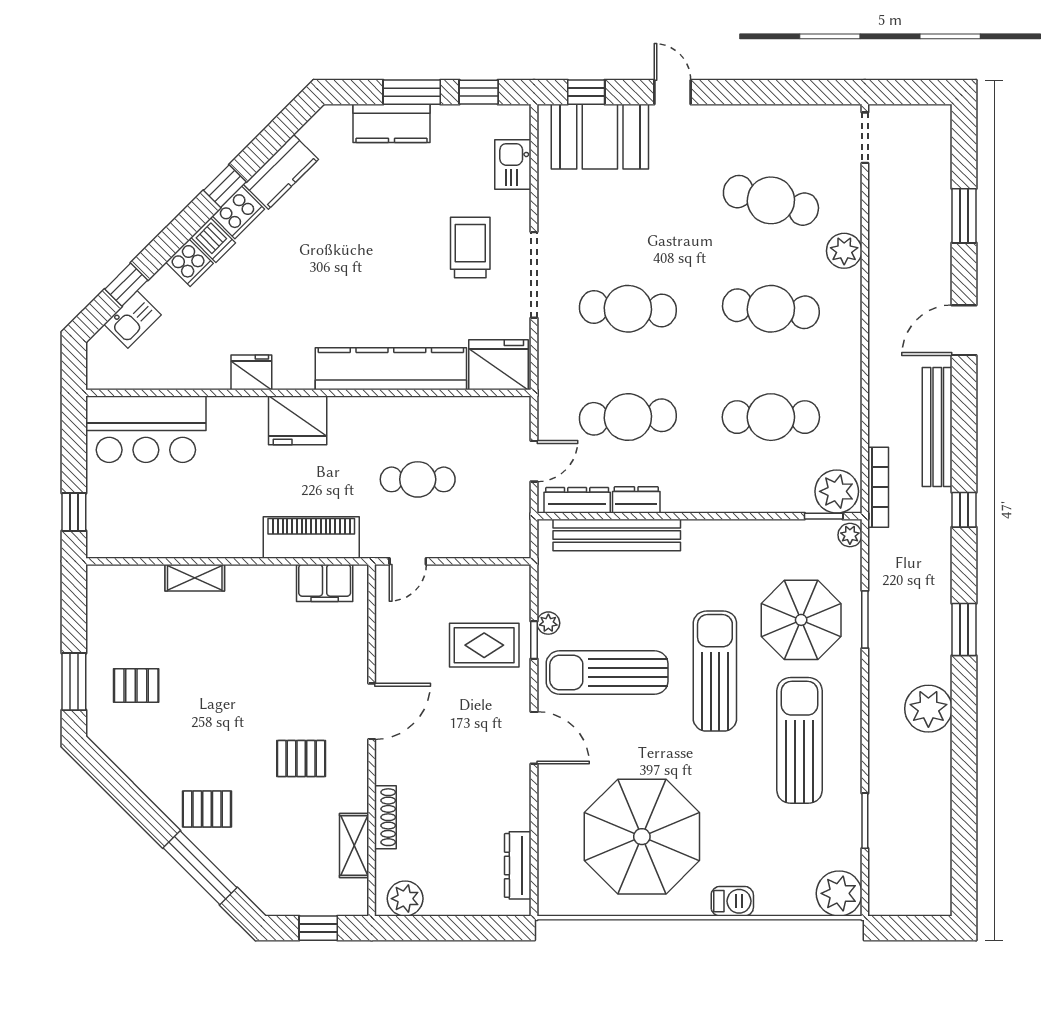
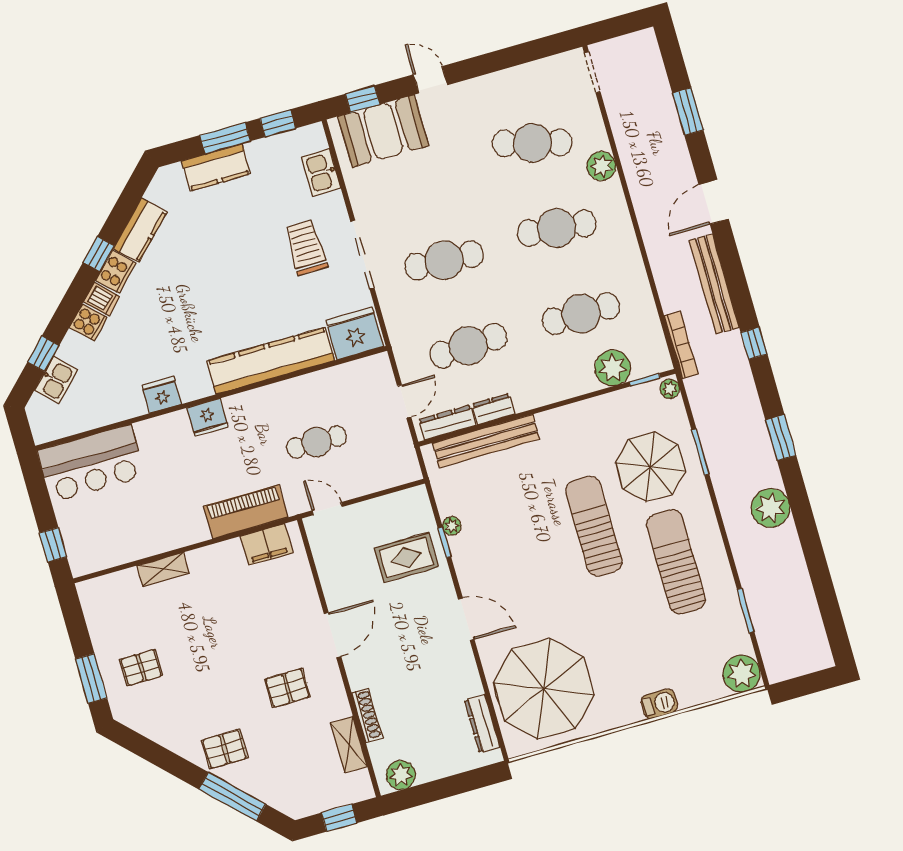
fridge: (298, 420) -> (207, 418), width x0.73, depth x0.75
plant: (837, 491) -> (613, 368), moved
door: (408, 561) -> (327, 509), swing flipped
sun lounger: (607, 672) -> (509, 552), removed
parasol: (642, 837) -> (544, 689), moved

